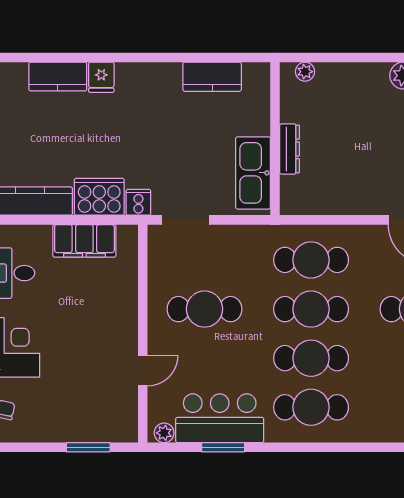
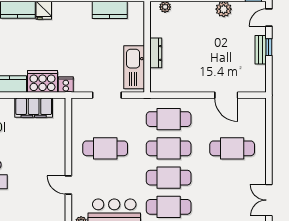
doorway: (186, 220) -> (107, 95), moved
door: (143, 371) -> (68, 185), swing flipped

